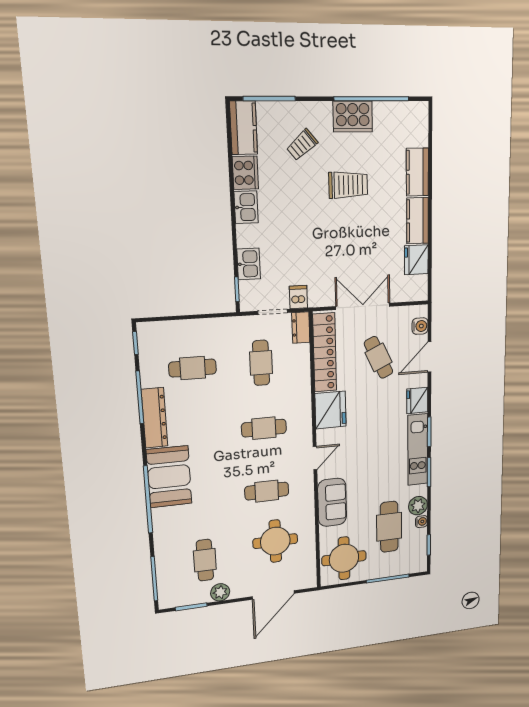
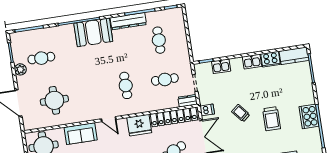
trolley: (302, 145) -> (241, 113), moved
dishwasher: (298, 297) -> (207, 110), moved
cafe table: (267, 491) -> (87, 91), removed

